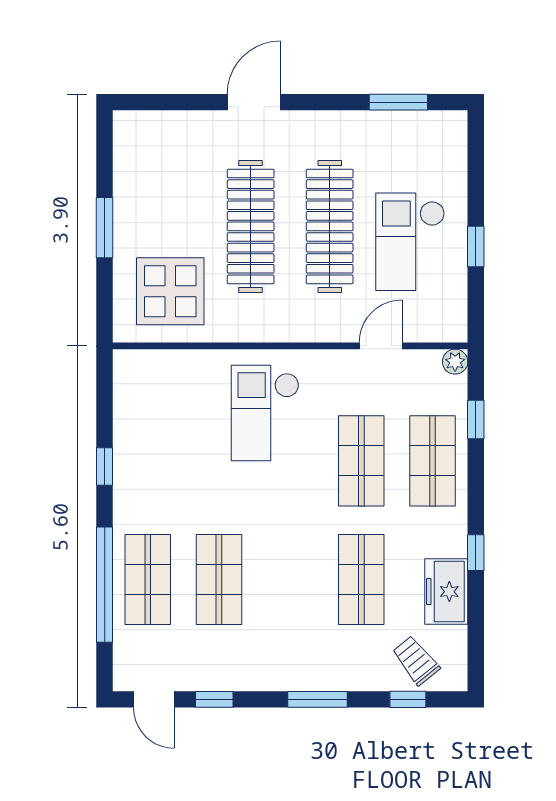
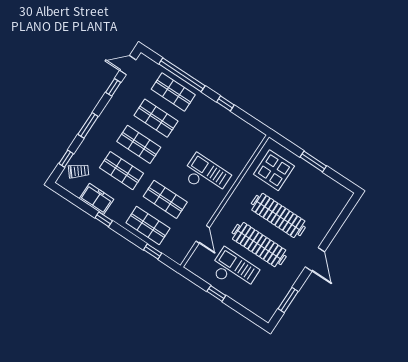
door: (254, 102) -> (315, 259), moved
plant: (455, 362) -> (179, 258), removed
shop shelf: (290, 579) -> (139, 144), added

